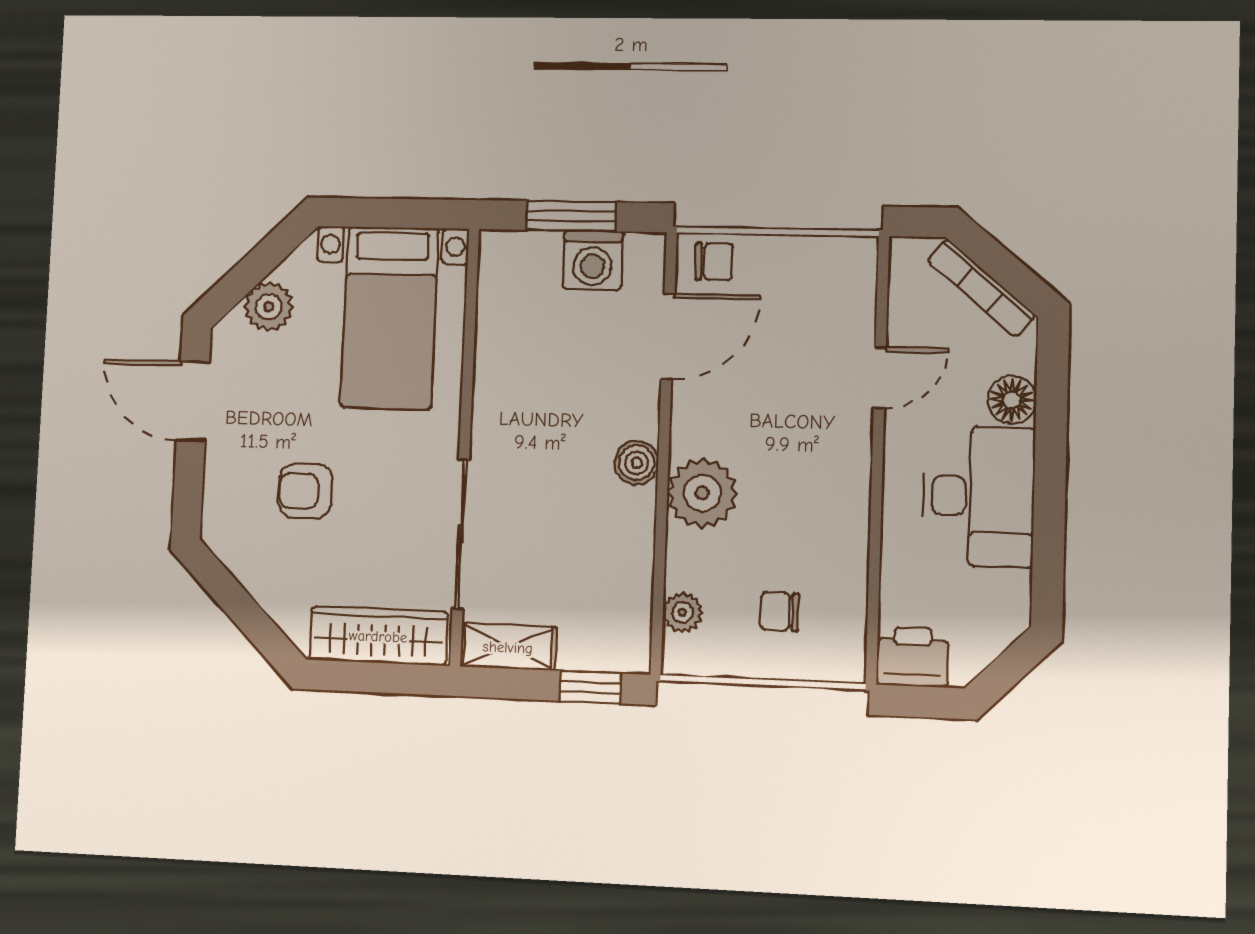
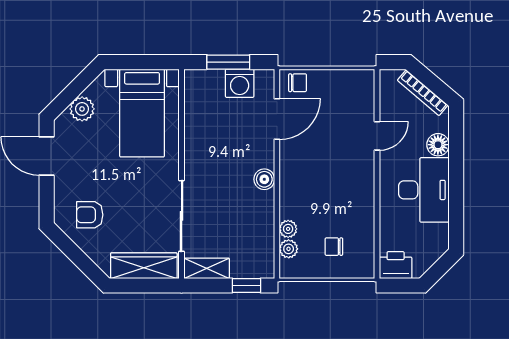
armchair: (305, 491) -> (90, 215), moved
plant: (702, 493) -> (288, 229), moved, width x0.53, depth x0.53

